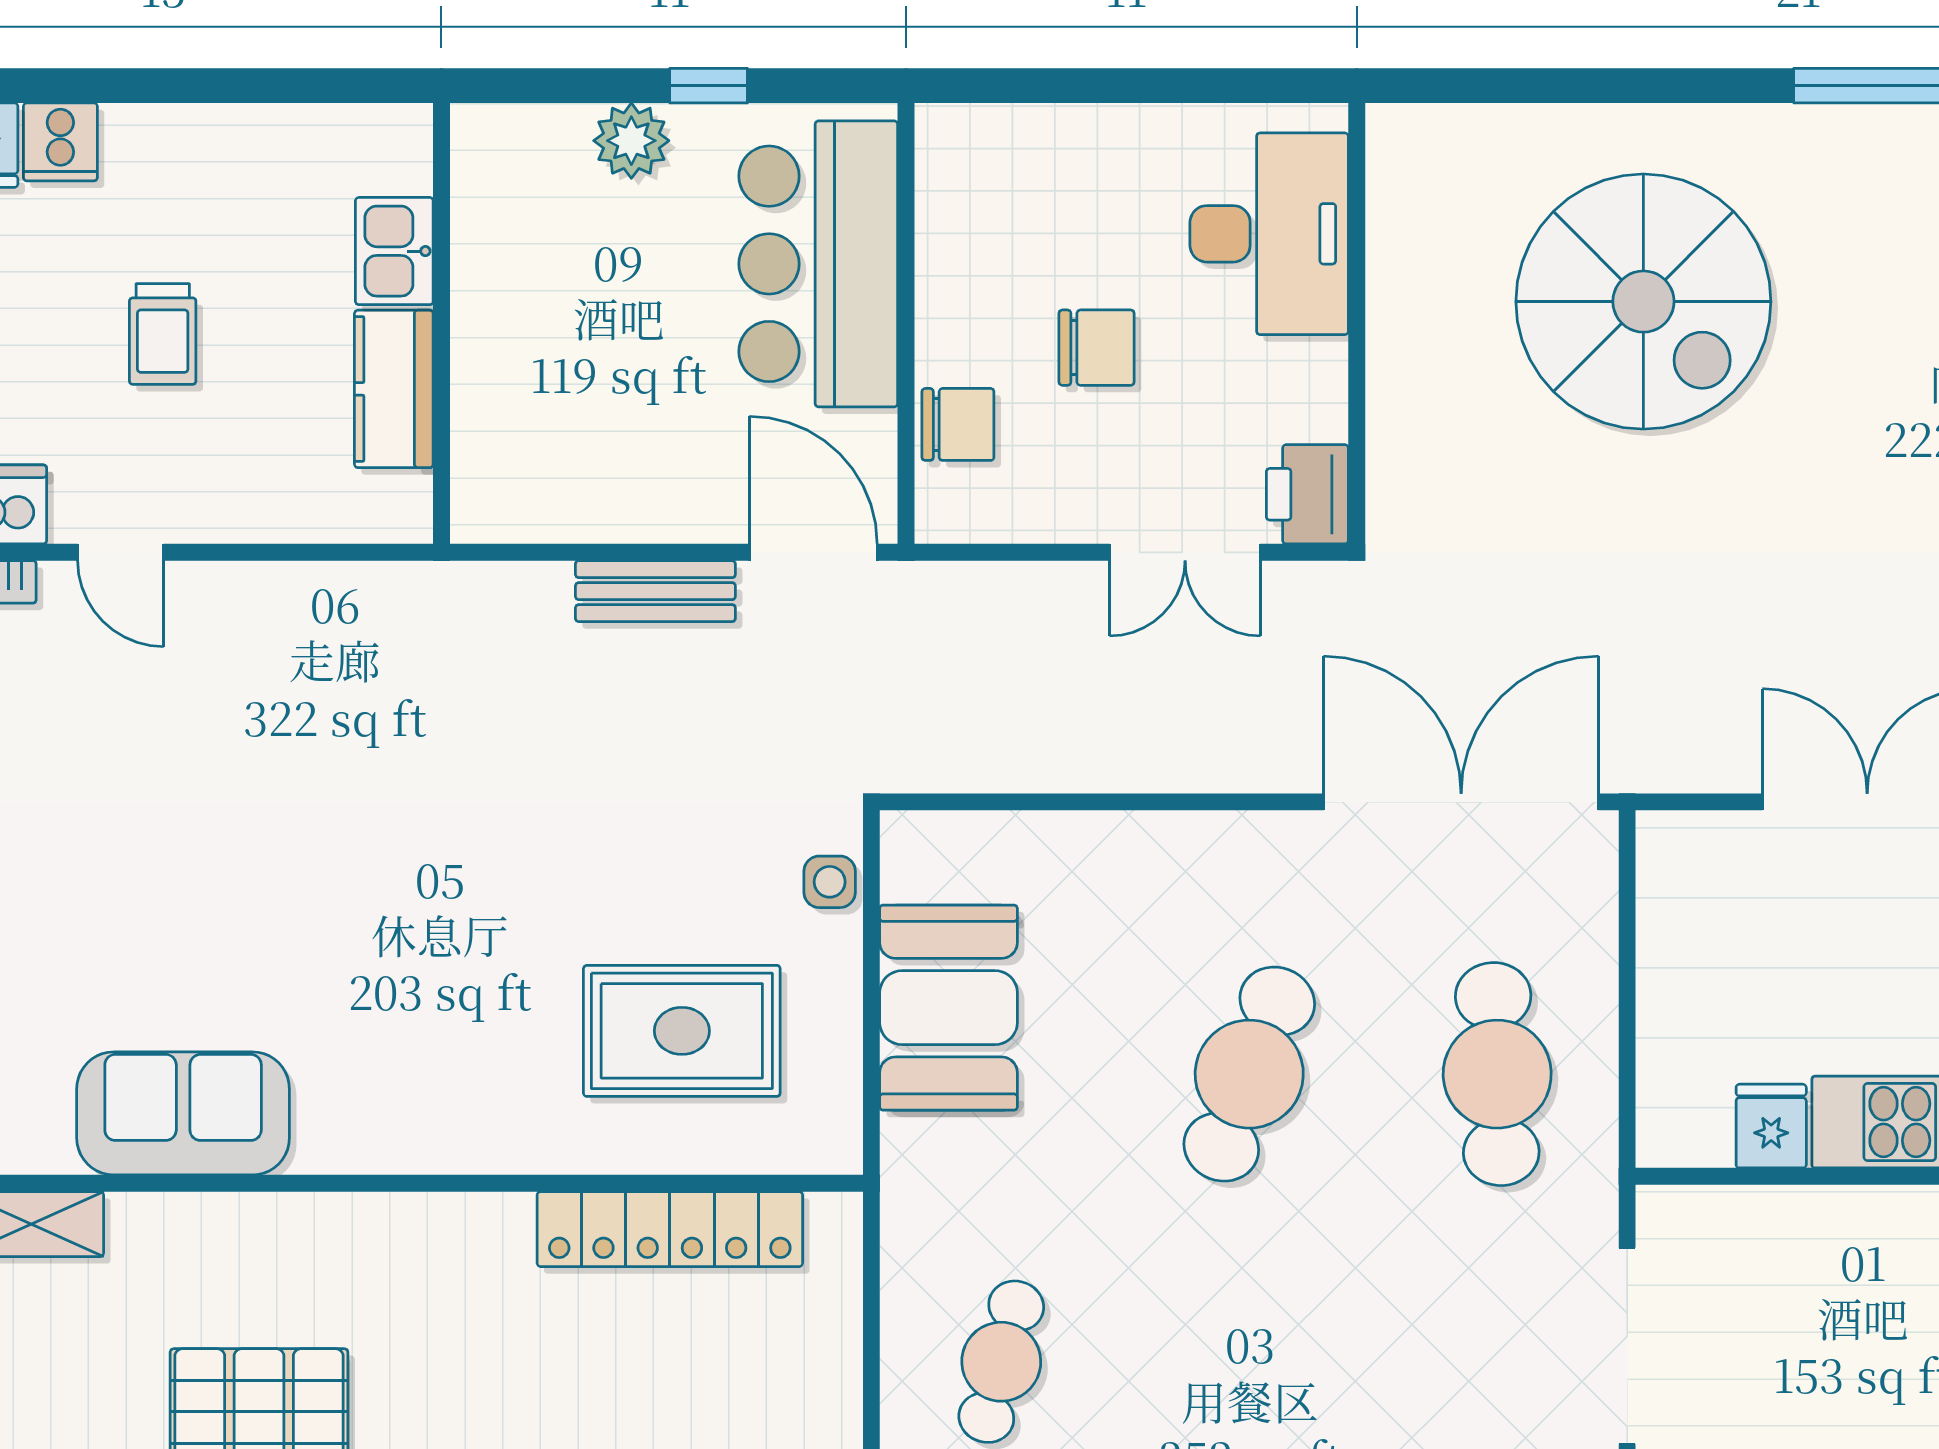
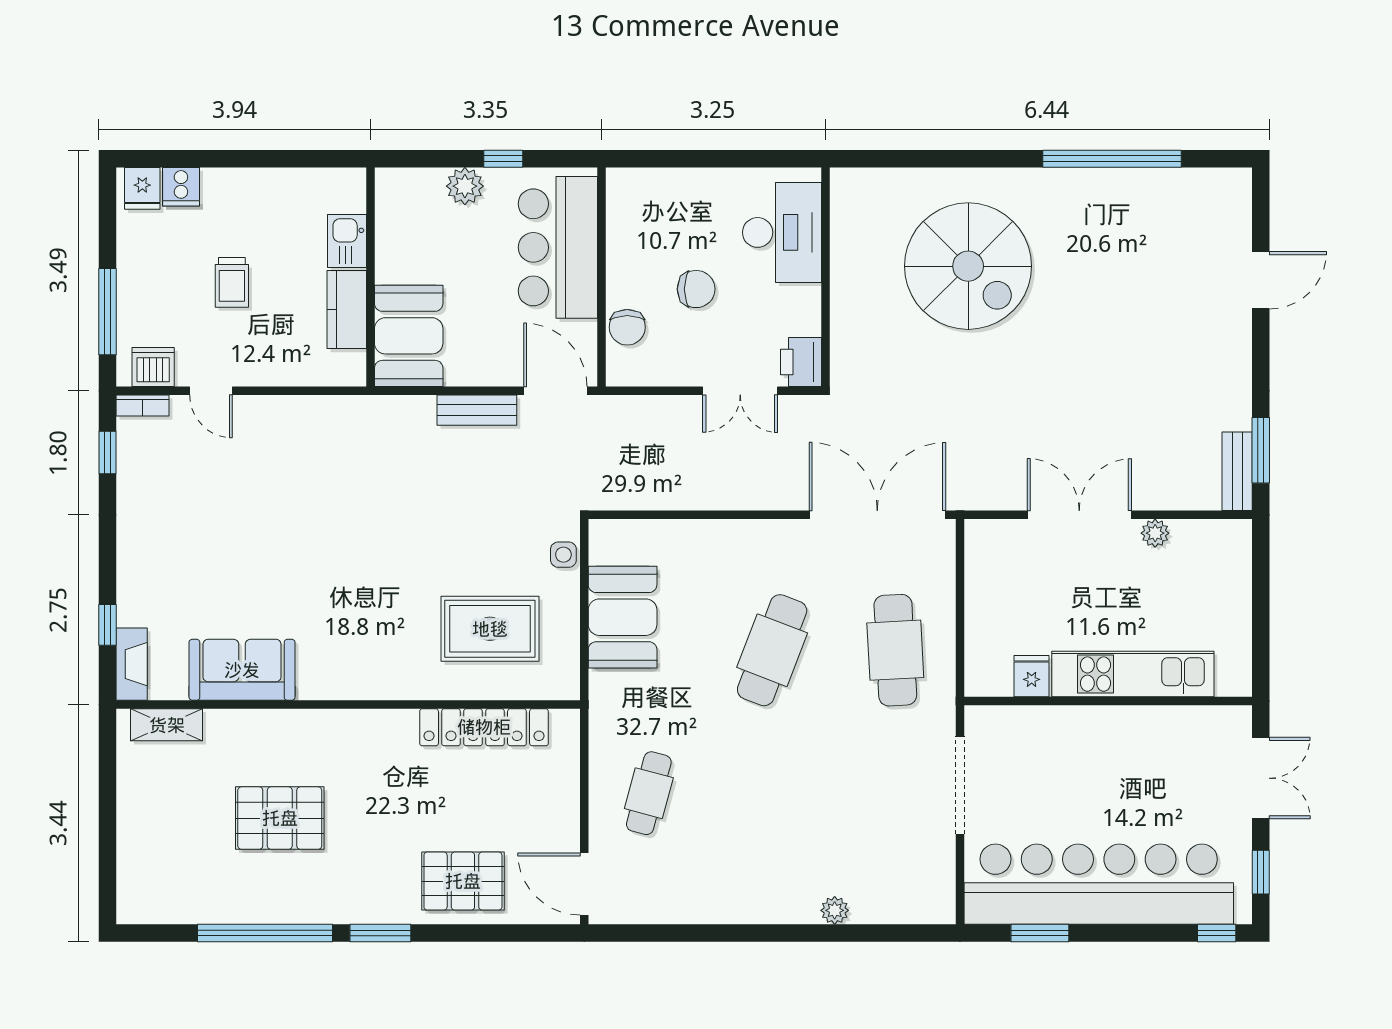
chair: (958, 424) -> (627, 327), turned 90
booth: (518, 442) -> (409, 336), added

